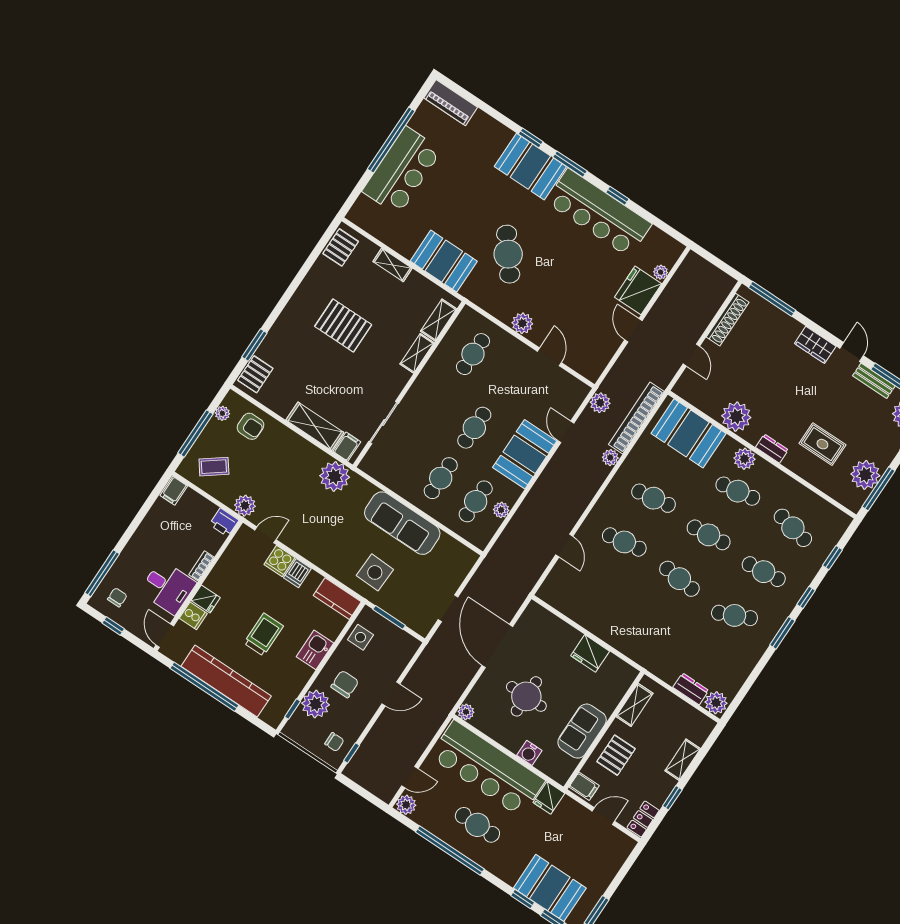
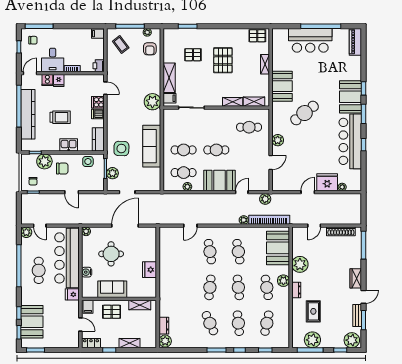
pallet: (255, 374) -> (193, 55), moved
plant: (245, 506) -> (112, 173), moved

